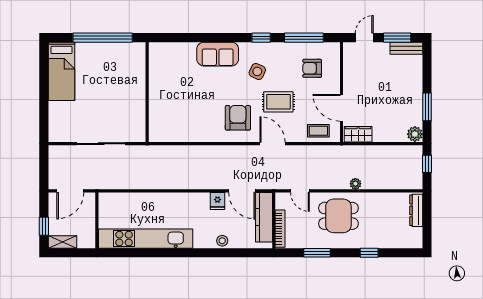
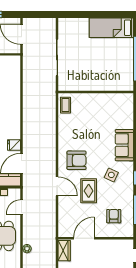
coffee table: (318, 131) -> (65, 105), moved
door: (273, 144) -> (57, 186), hinge flipped

